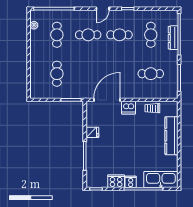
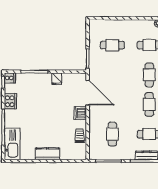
kitchen counter: (171, 136) -> (48, 154), width x0.67
cooker: (131, 182) -> (10, 78), moved

